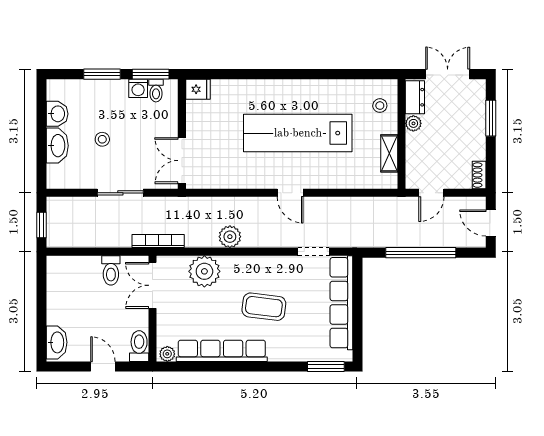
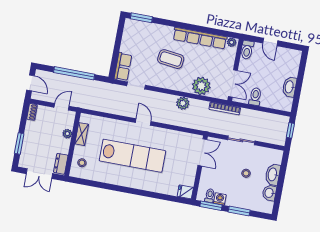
plant: (413, 123) -> (67, 134), moved
row of seats: (341, 303) -> (123, 67), width x0.50
washbasin: (57, 342) -> (289, 87), moved

